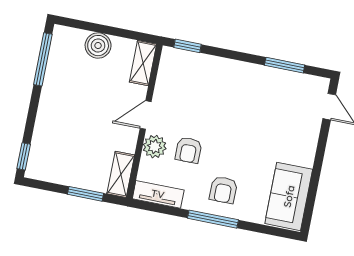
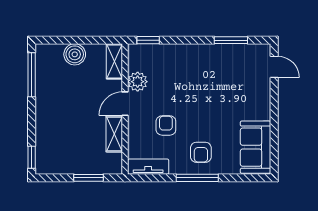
plant: (155, 147) -> (138, 82), moved
armchair: (189, 150) -> (166, 125), turned 180
shelving: (121, 174) -> (114, 134), moved

